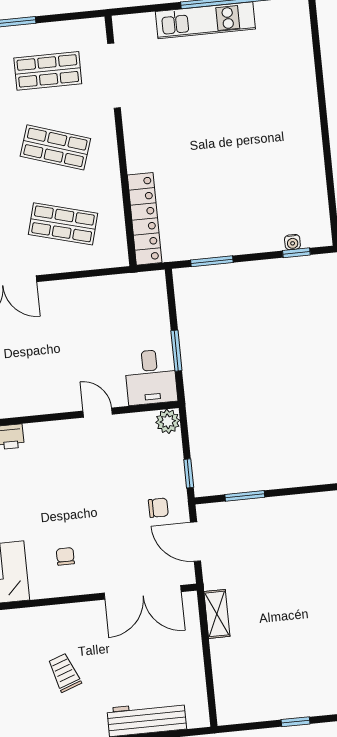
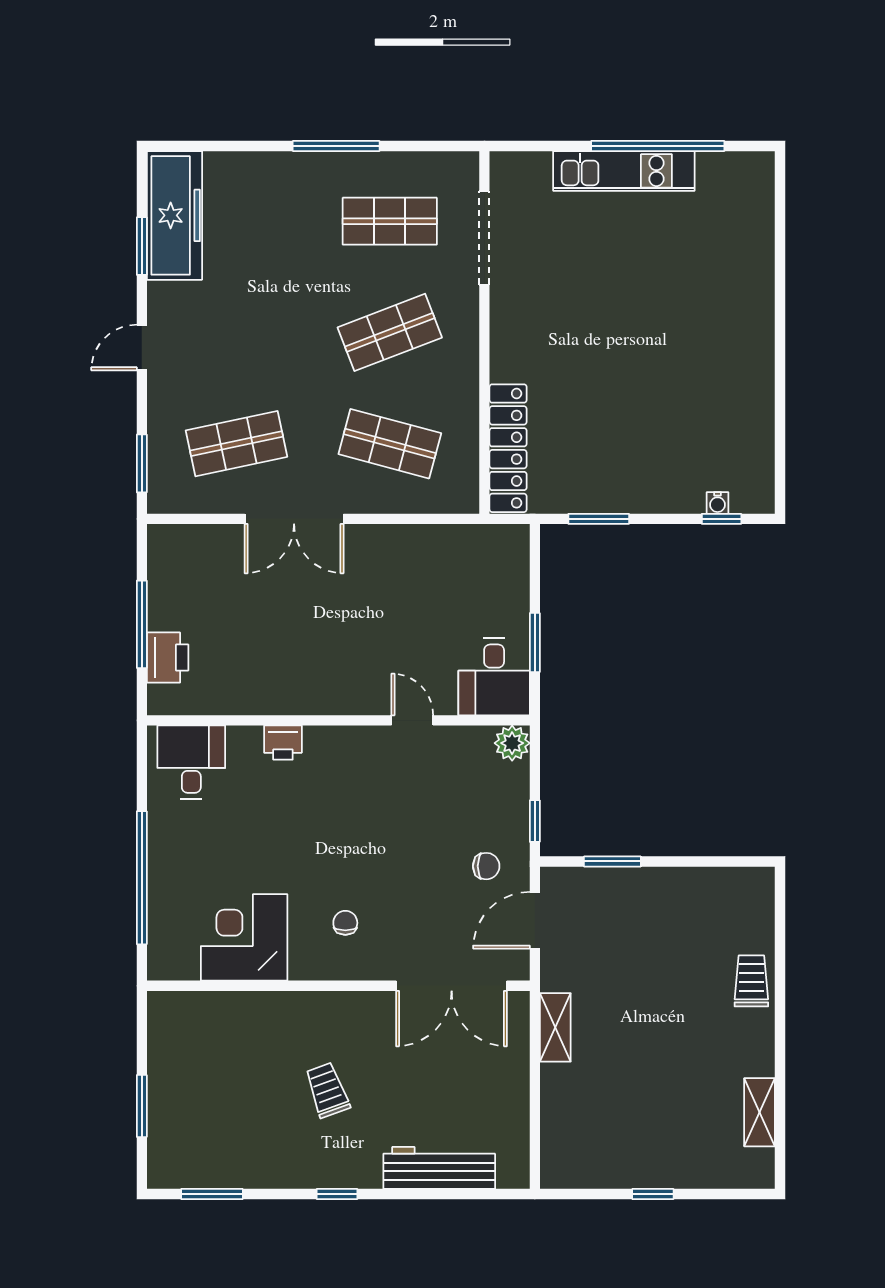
shop shelf: (55, 147) -> (390, 332), turned -39
door: (196, 542) -> (535, 920), hinge flipped

